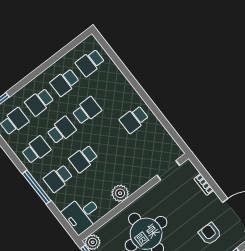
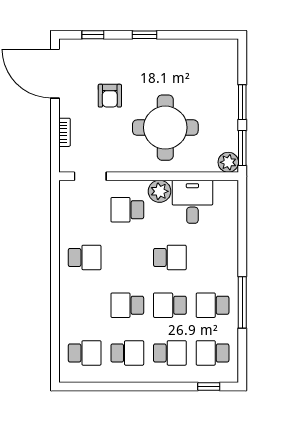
school desk: (58, 178) -> (127, 210), moved, turned 180
window: (37, 187) -> (242, 302), moved
desk: (82, 214) -> (192, 202), moved, turned -90
armchair: (210, 234) -> (110, 96), moved

